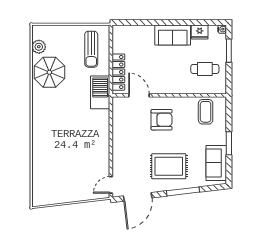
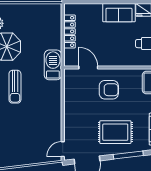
sun lounger: (91, 49) -> (15, 87), moved
locker: (118, 72) -> (69, 31), moved

